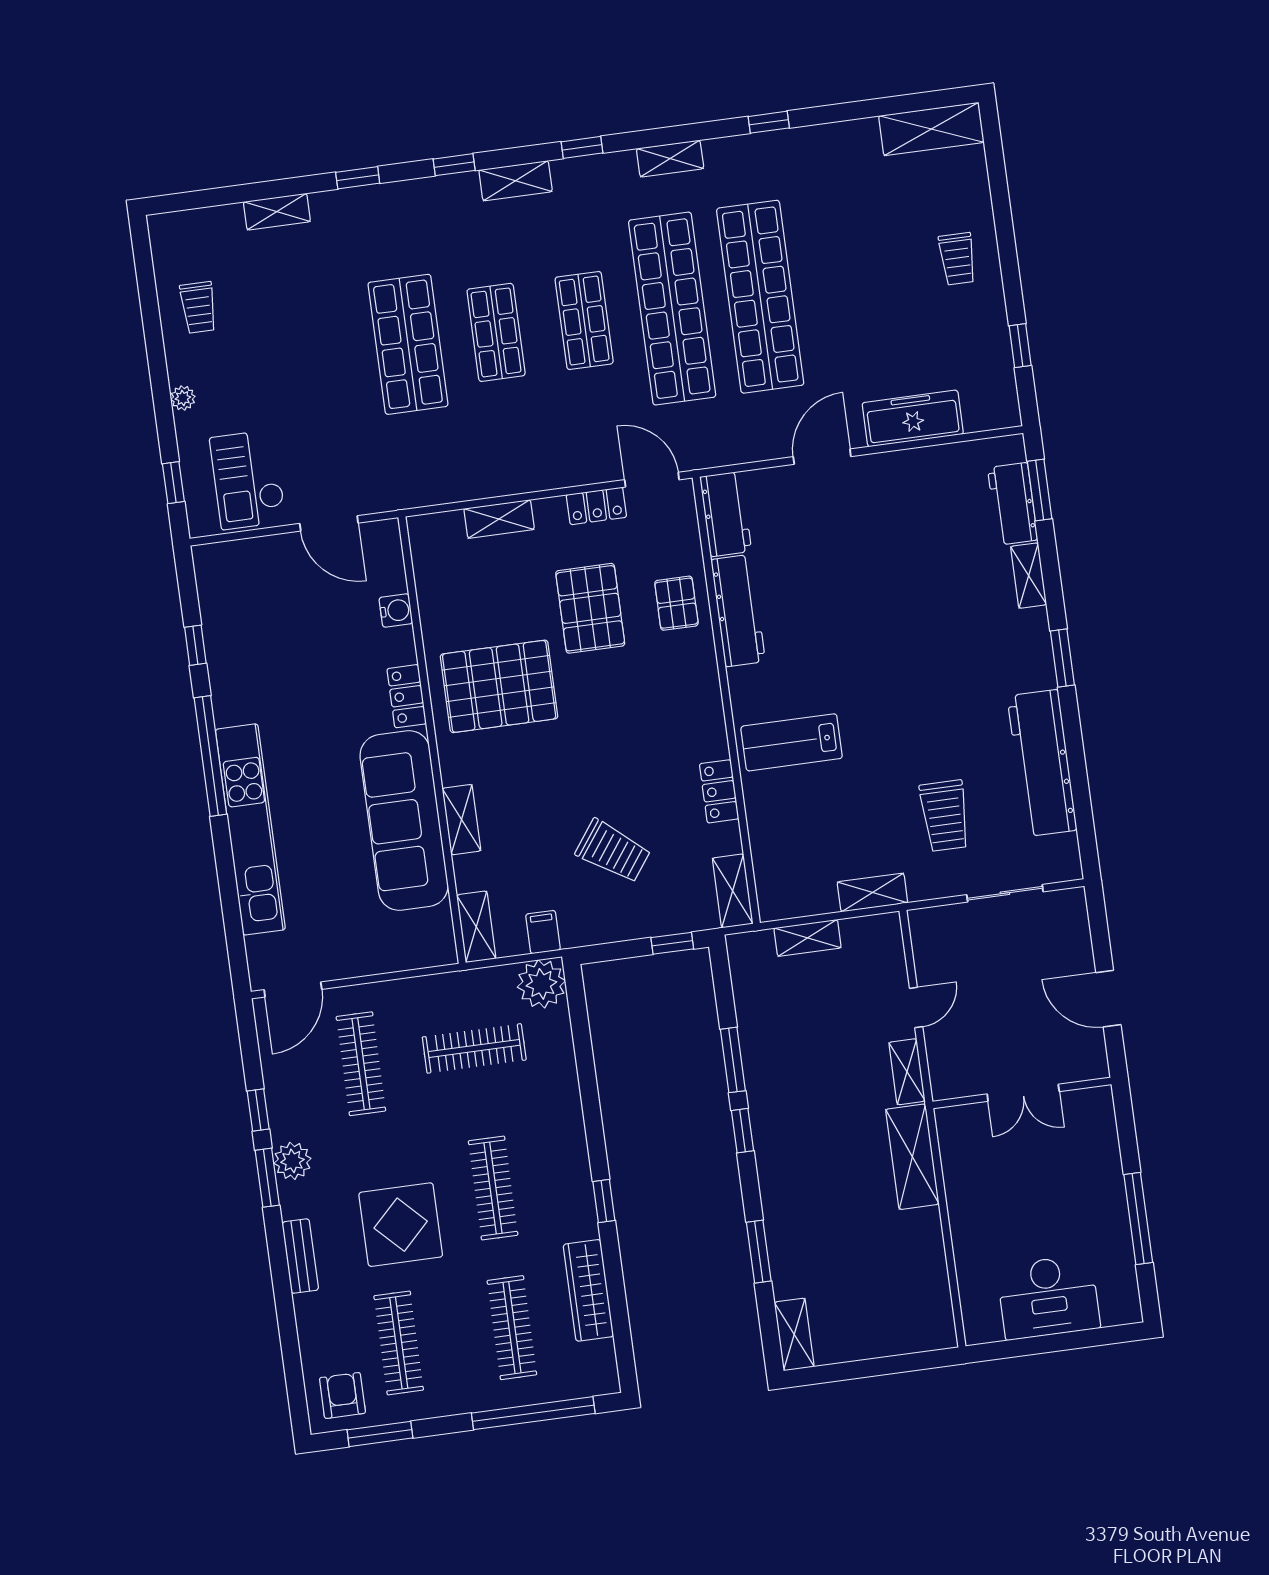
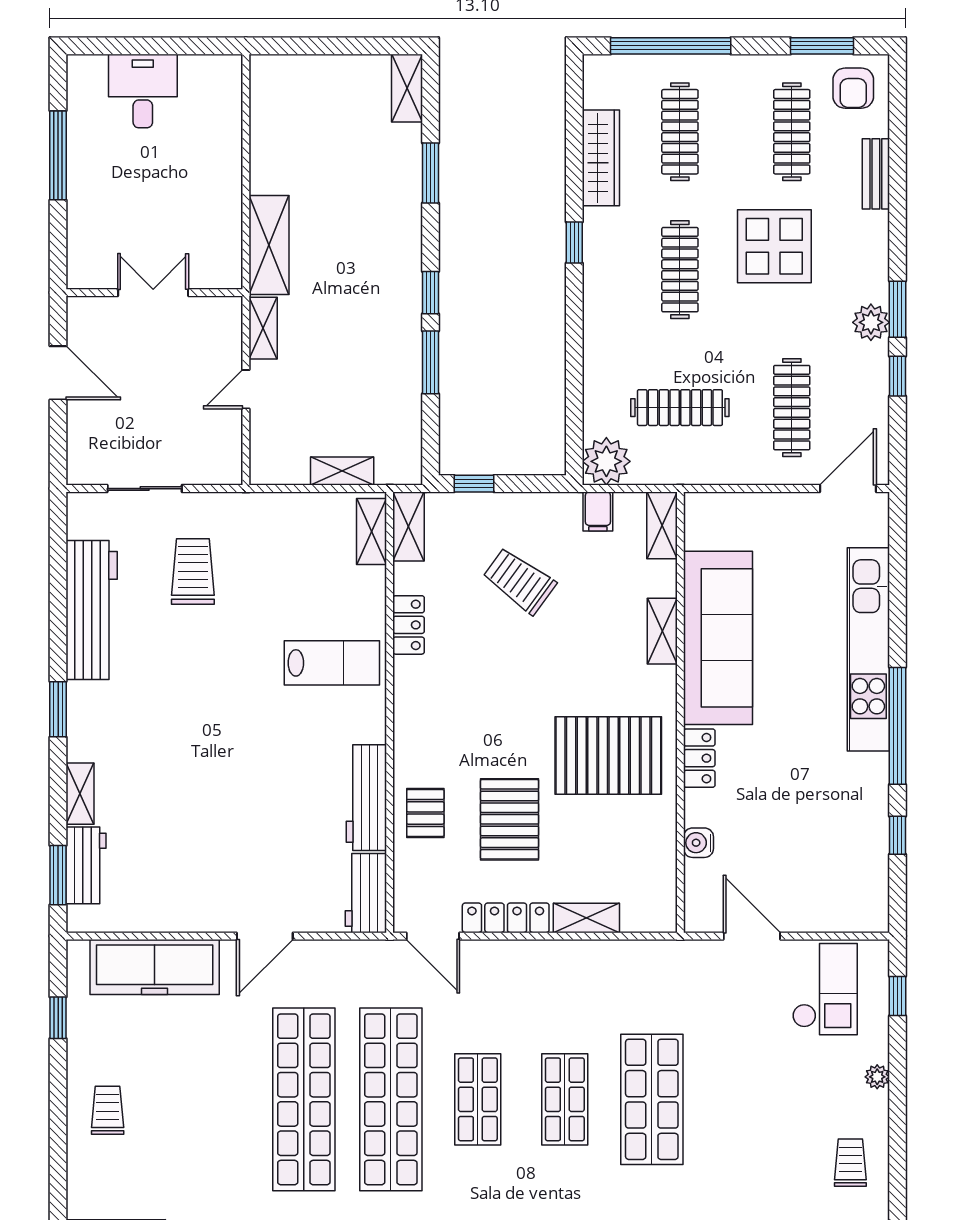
freezer: (913, 418) -> (155, 967), width x1.36, depth x1.26
locker: (596, 506) -> (506, 918), width x1.53
shelving: (872, 892) -> (371, 531), moved, turned 90
bench: (300, 1256) -> (876, 174), moved
desk: (1048, 1297) -> (143, 91), width x0.73

